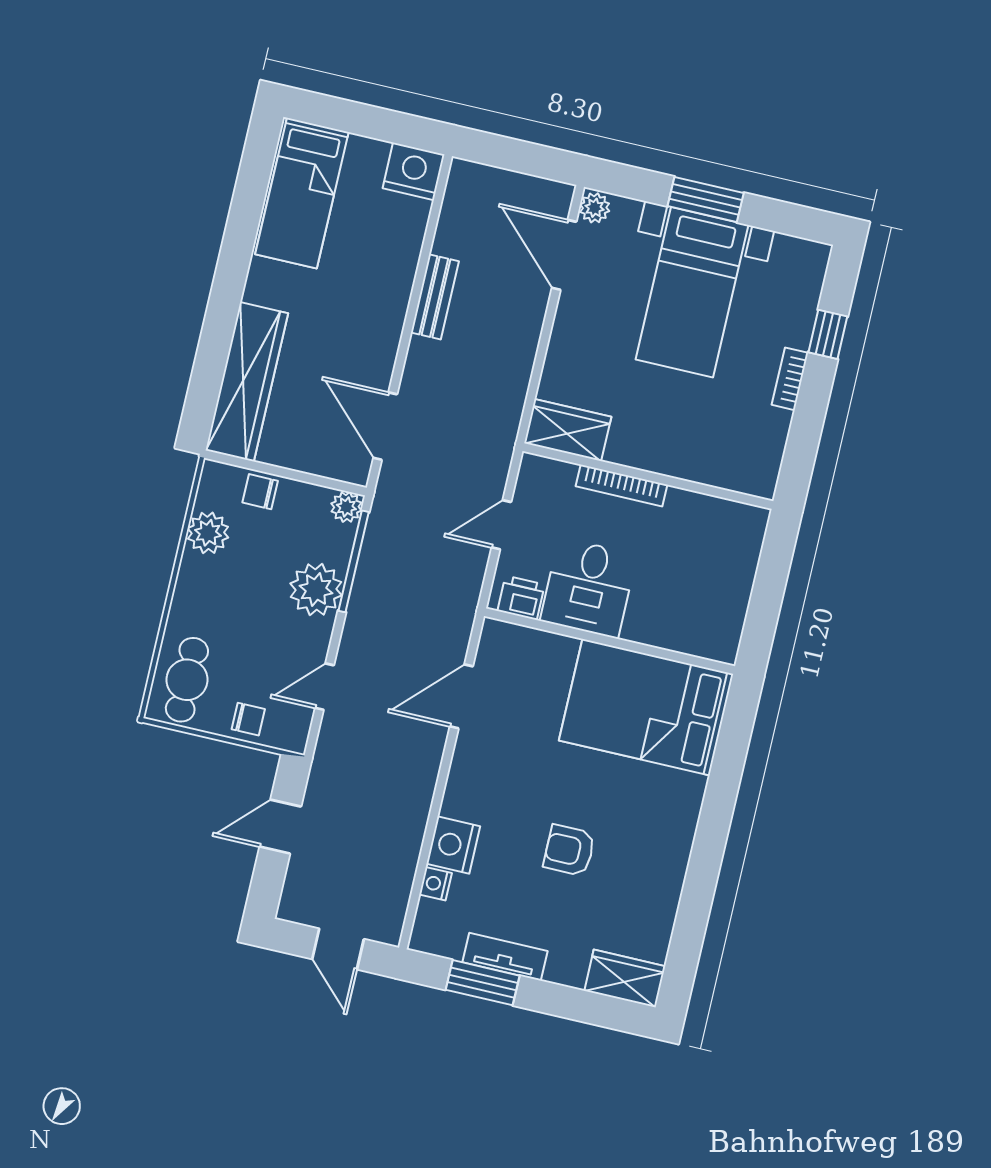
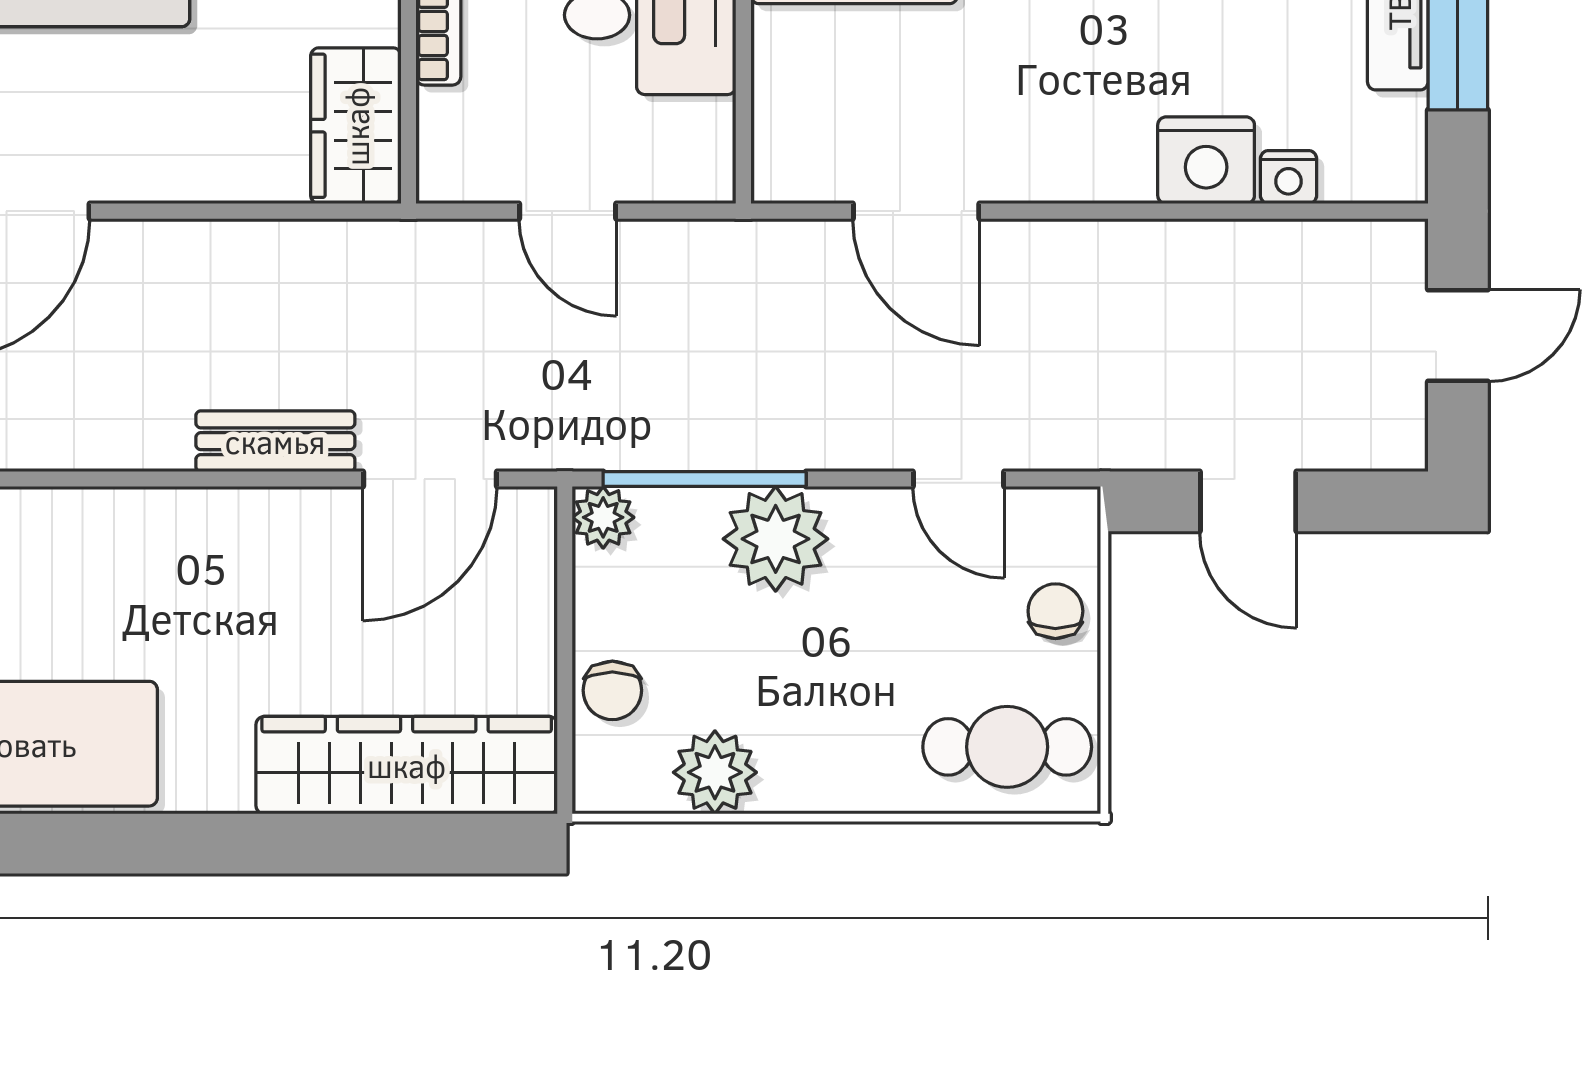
bench: (435, 297) -> (275, 441), moved
printer: (521, 598) -> (700, 140), removed

